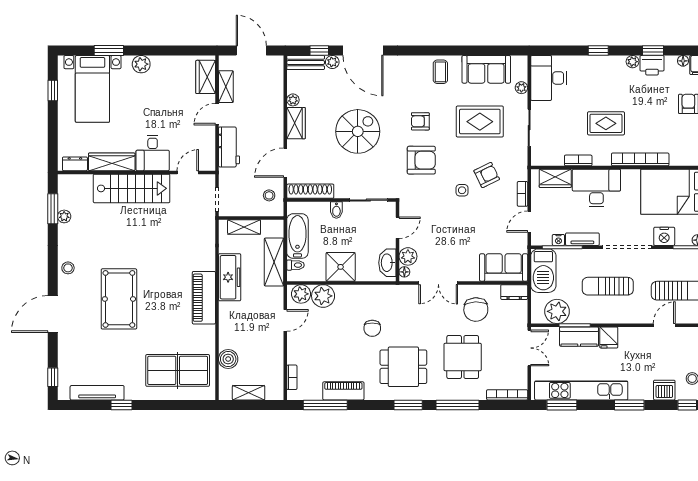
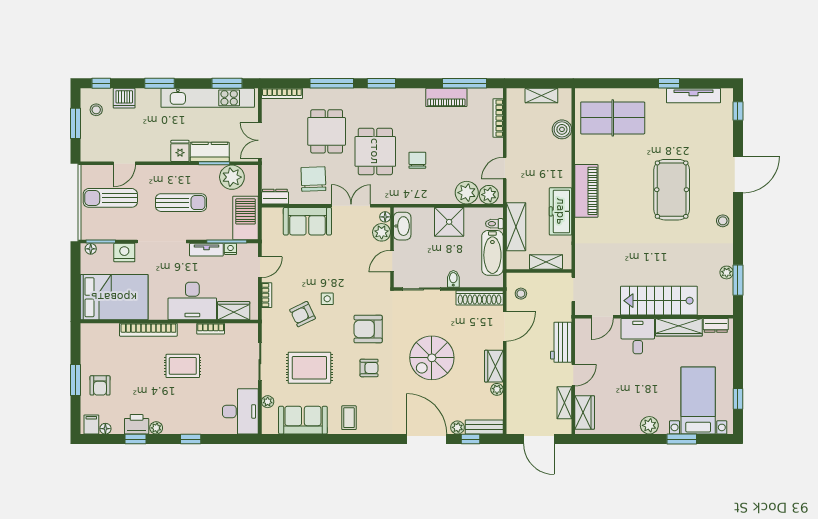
sofa: (504, 268) -> (307, 221), moved
dining table: (403, 367) -> (375, 151), moved, turned 90
bookcase: (292, 377) -> (498, 118), width x1.56

